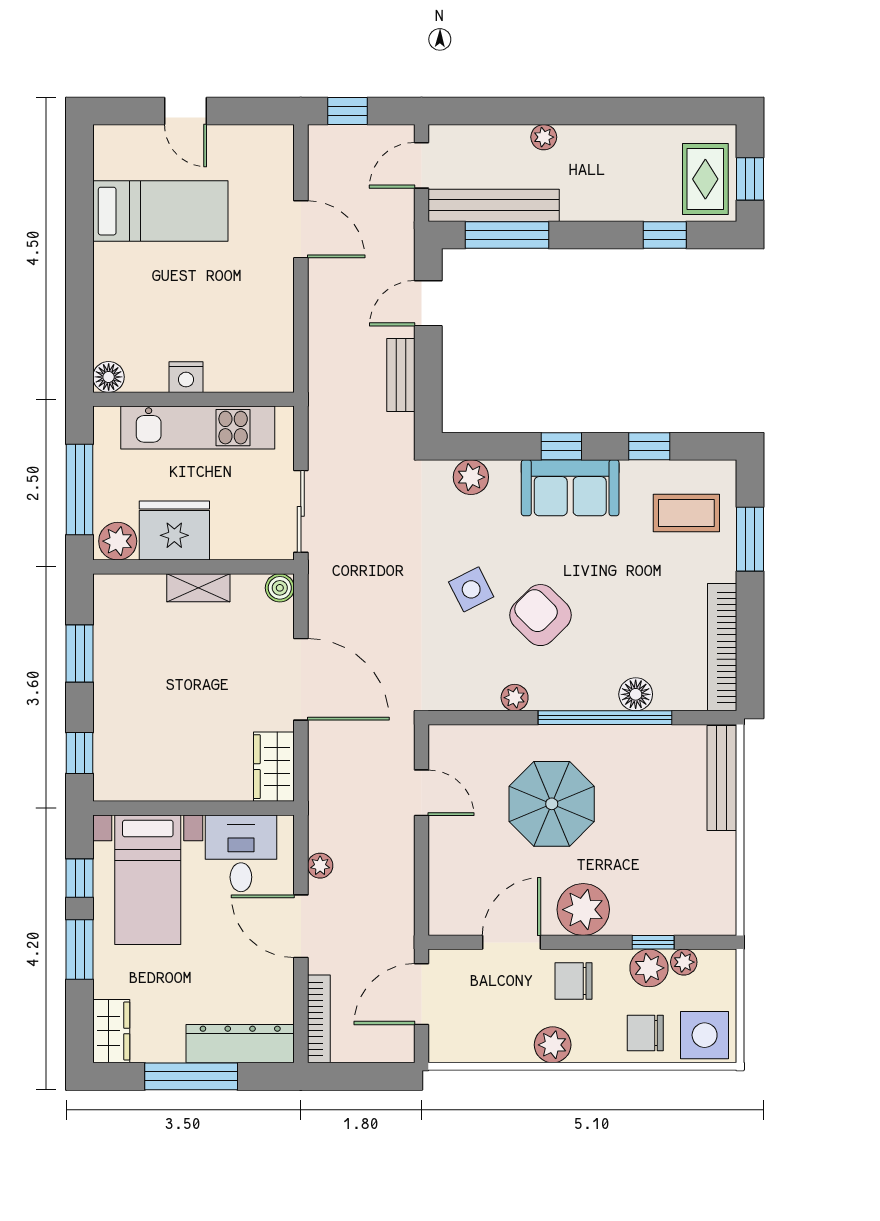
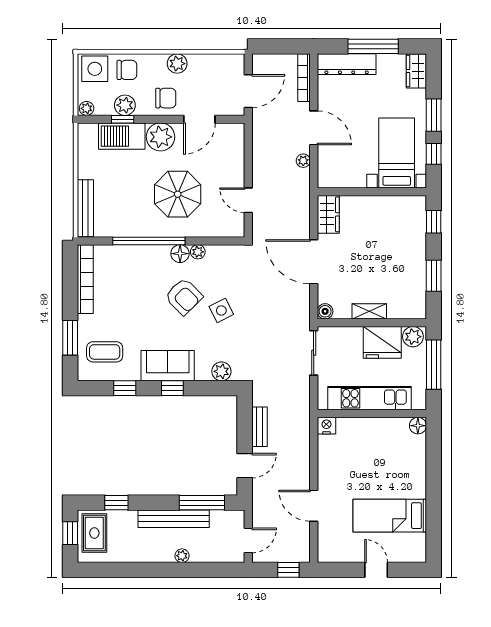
bench: (494, 205) -> (174, 519), moved
nightstand: (186, 377) -> (326, 426), moved
floor lamp: (636, 694) -> (180, 254), moved
desk: (241, 853) -> (346, 167), removed
barbecue: (655, 911) -> (122, 136), added
plant: (684, 962) -> (87, 108), moved

